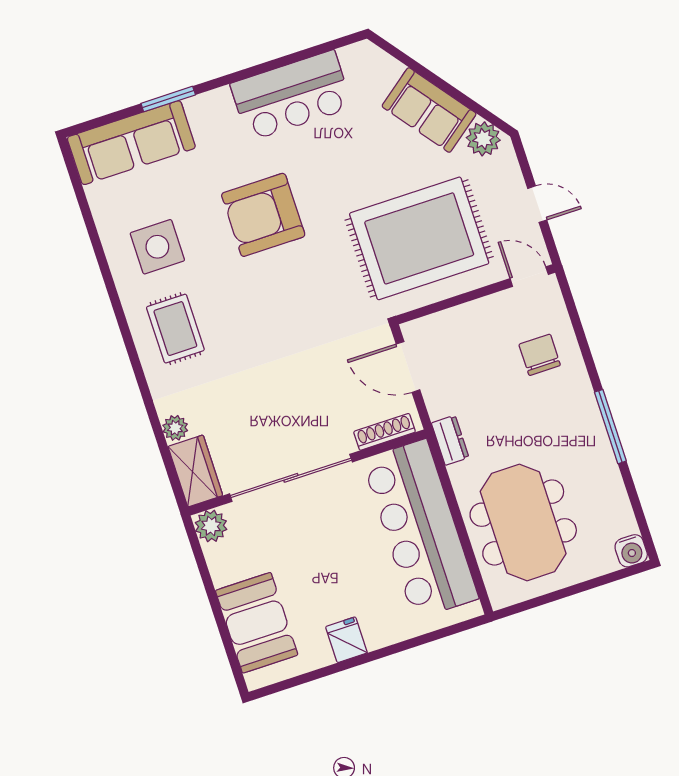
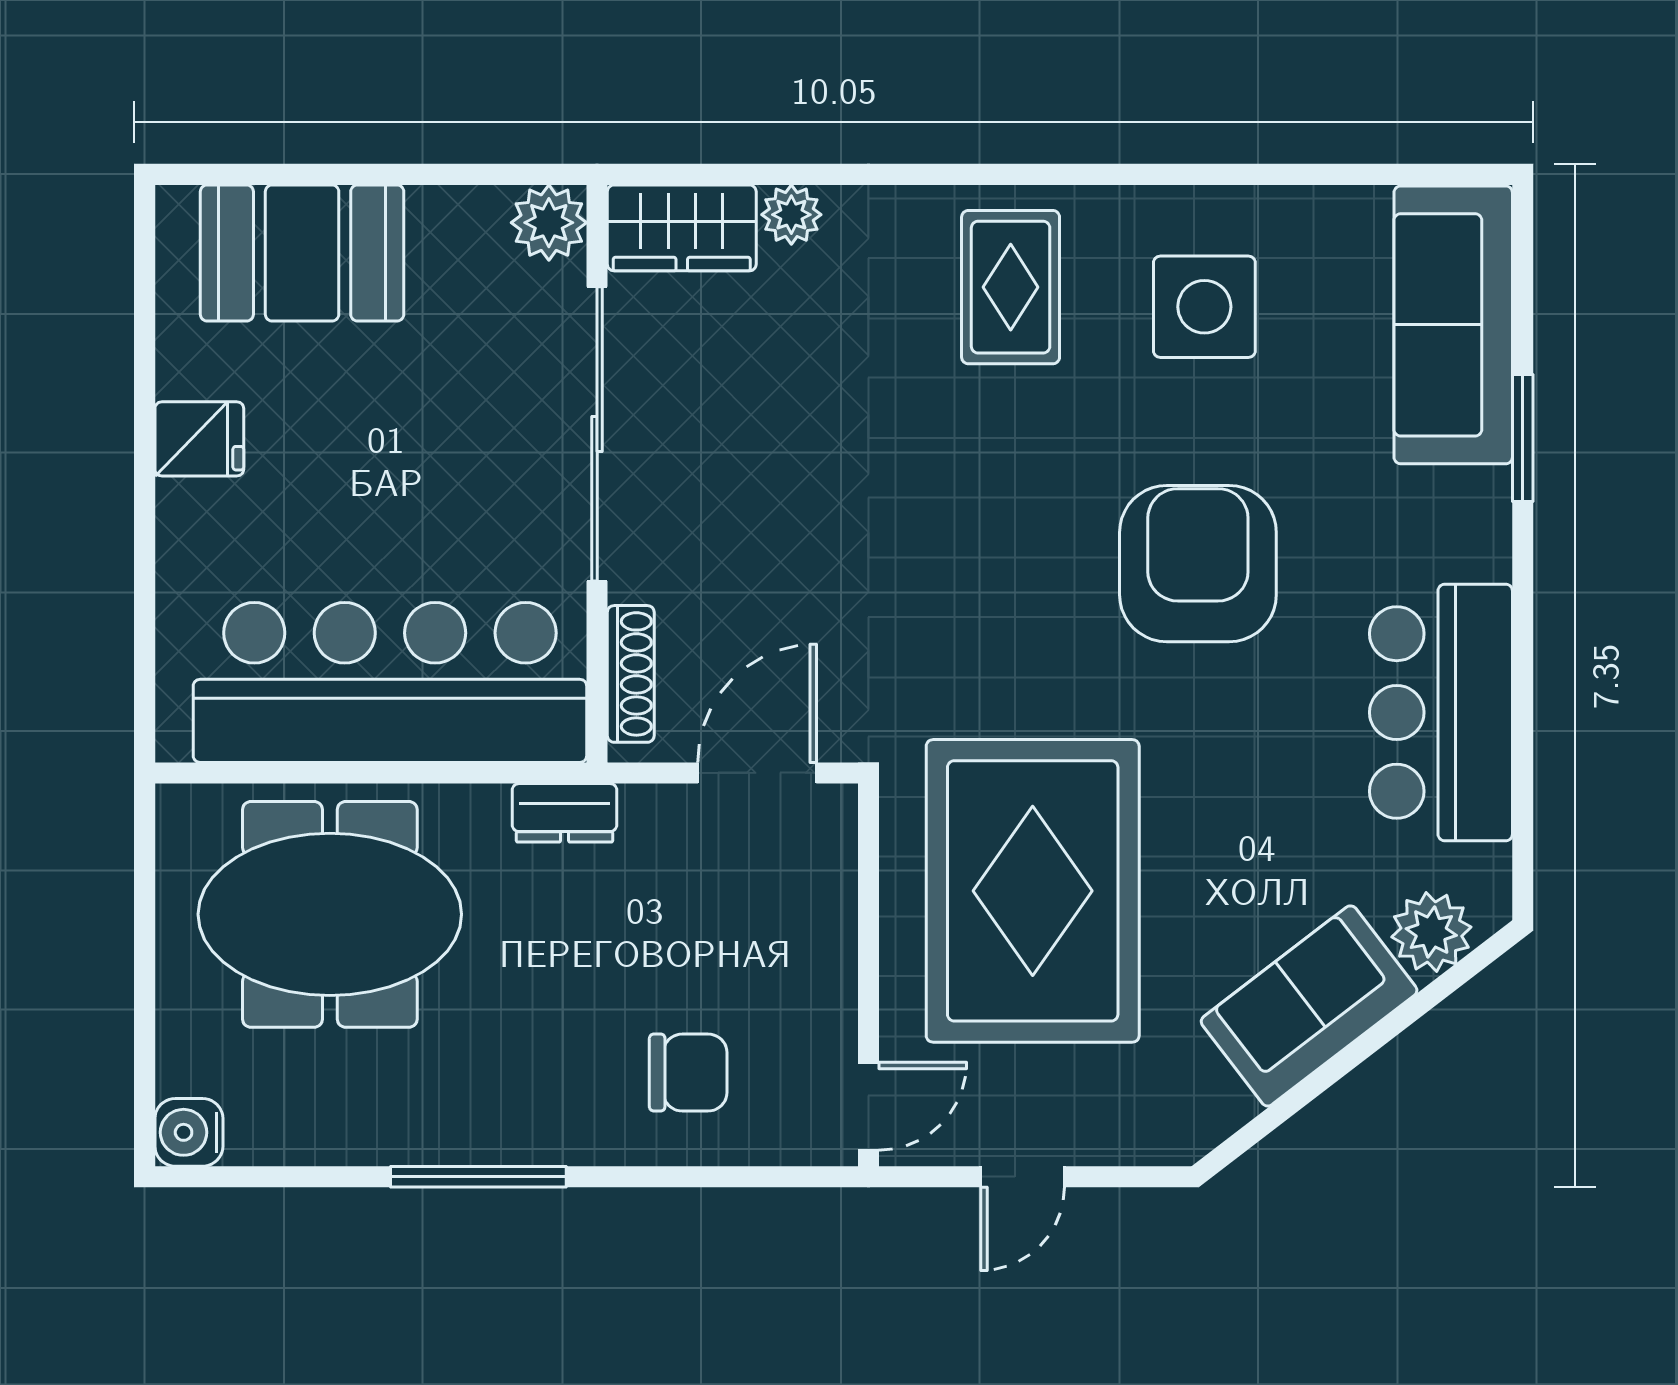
plant: (483, 139) -> (1431, 932), moved
rug: (175, 329) -> (1011, 287), turned 90

